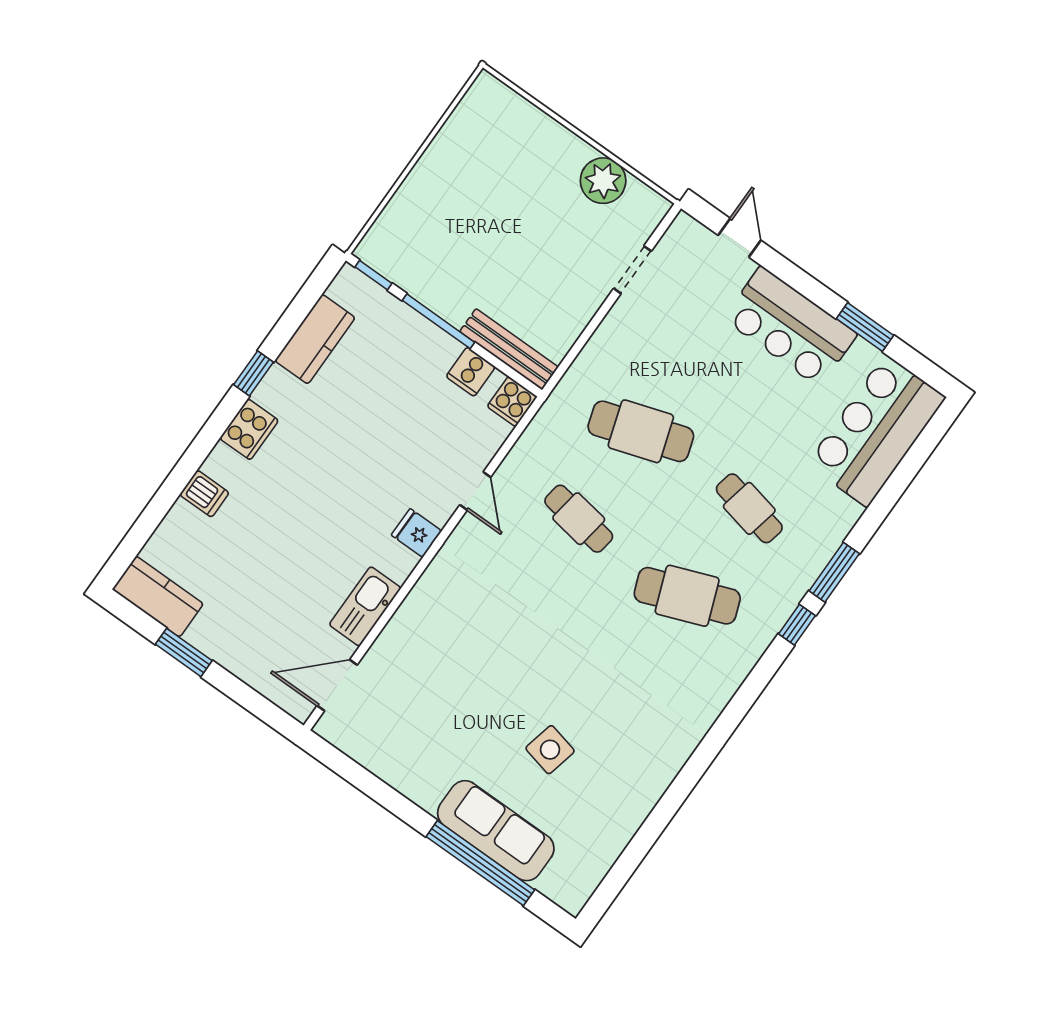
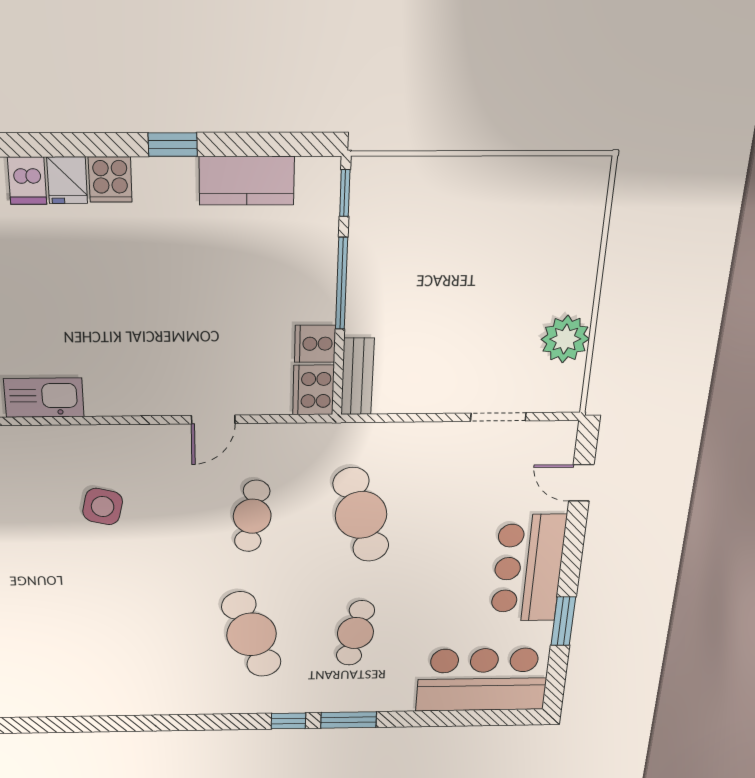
door: (739, 238) -> (581, 483), swing flipped
bench: (509, 349) -> (357, 377), width x0.73
cooker: (512, 402) -> (313, 390), width x1.36
cooker: (249, 429) -> (110, 180), width x0.73
fridge: (416, 533) -> (67, 180), moved, turned 180
side table: (550, 750) -> (103, 506), moved

